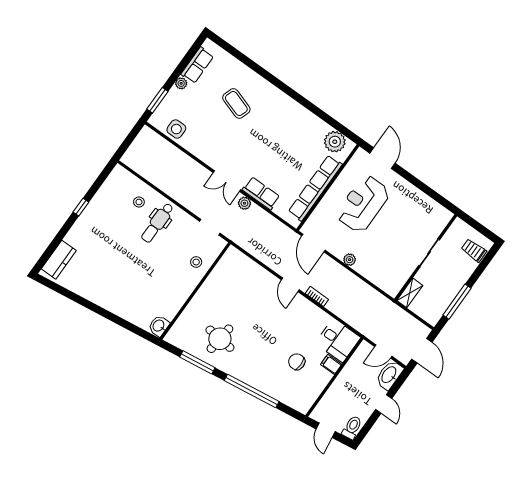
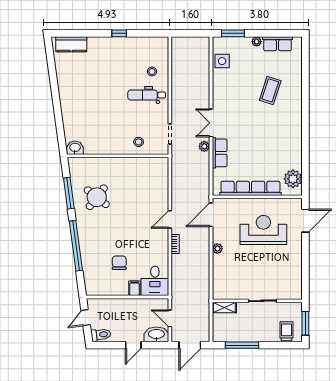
window: (479, 227) -> (305, 323), added
round table: (220, 339) -> (97, 197), turned 32

